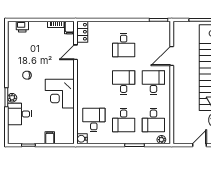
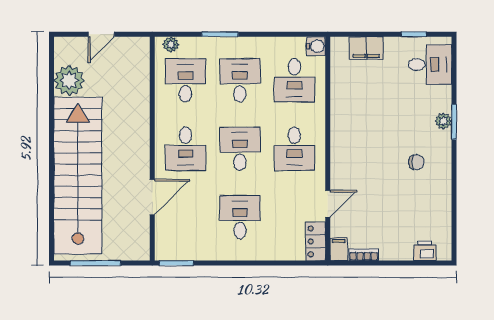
desk: (94, 83) -> (294, 149), added
desk: (124, 83) -> (240, 149), turned 180
corner desk: (60, 94) -> (356, 129), removed
desk: (19, 114) -> (430, 65), moved
filing cabinet: (50, 138) -> (366, 48), width x2.00

